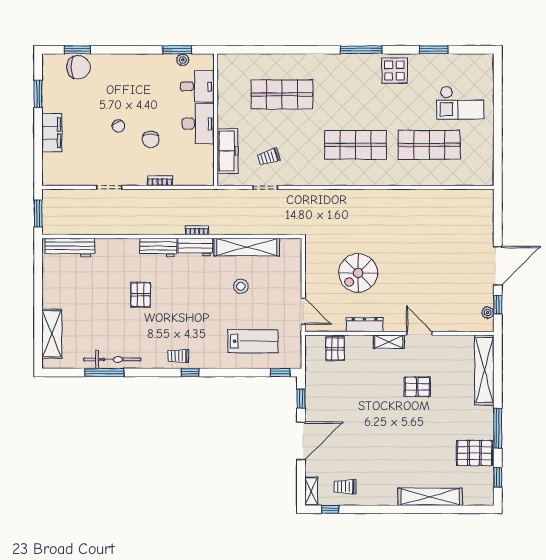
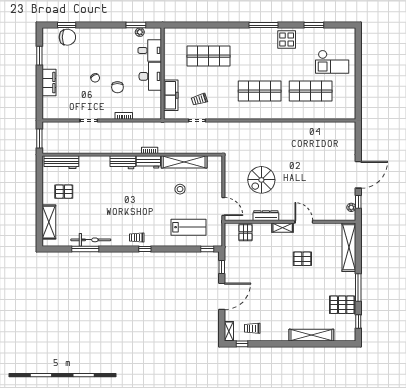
pallet: (141, 295) -> (64, 192), moved, turned 90

